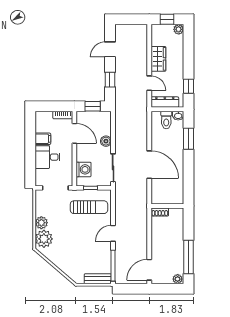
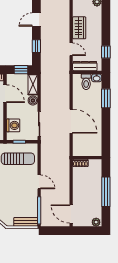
shelving: (106, 123) -> (33, 84), added
door: (113, 233) -> (39, 182), swing flipped
window: (189, 257) -> (106, 192), moved
door: (149, 270) -> (71, 214), hinge flipped

